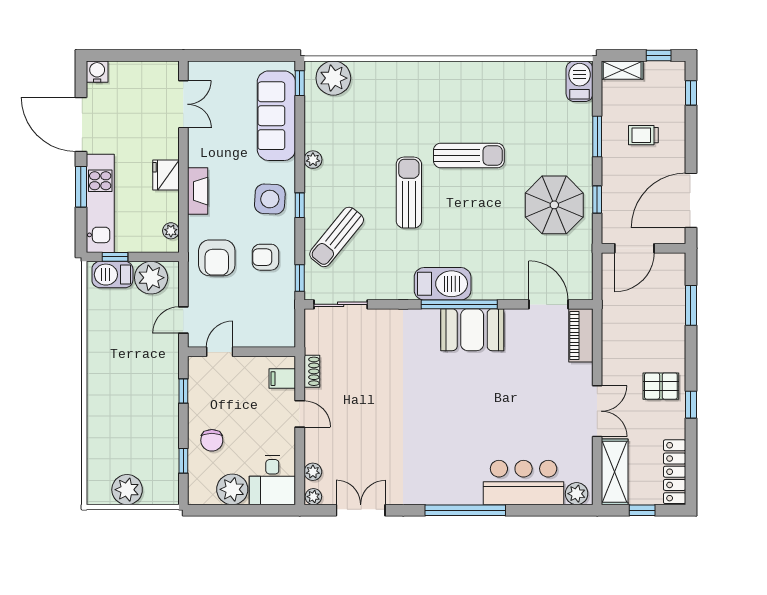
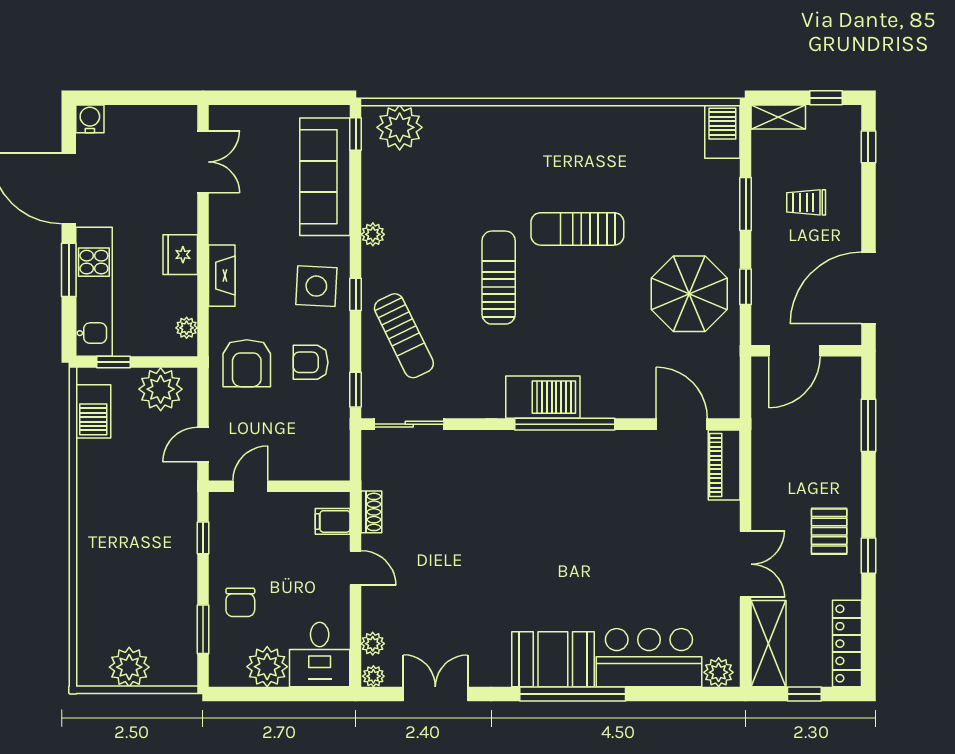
sun lounger: (469, 155) -> (577, 229), turned 180
sun lounger: (337, 237) -> (404, 336), turned -65
barbecue: (112, 275) -> (93, 411), moved, turned -90
booth: (472, 330) -> (553, 659), moved
pallet: (661, 386) -> (829, 531), turned 90
window: (183, 461) -> (203, 629), width x1.50

